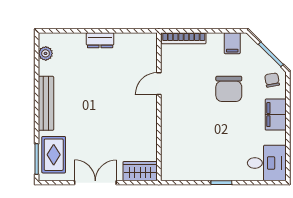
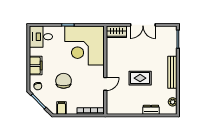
dresser: (100, 40) -> (151, 110), moved
corner desk: (193, 148) -> (85, 46), added
rug: (54, 155) -> (140, 78), moved, turned 90

